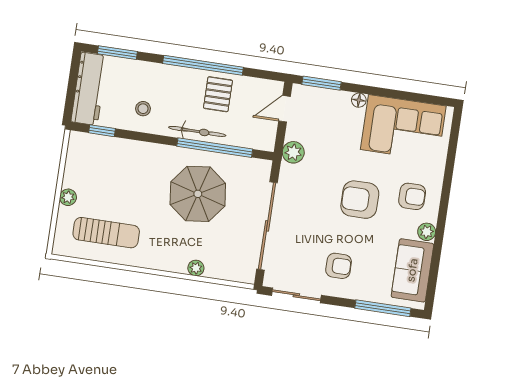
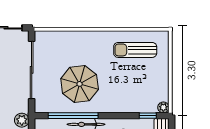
plant: (68, 197) -> (163, 107), moved
plant: (196, 268) -> (74, 36), removed

